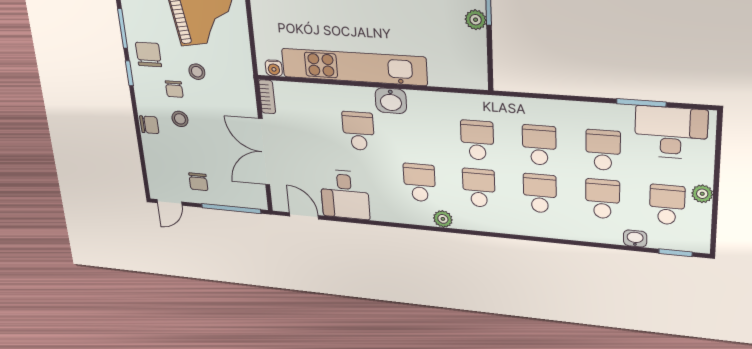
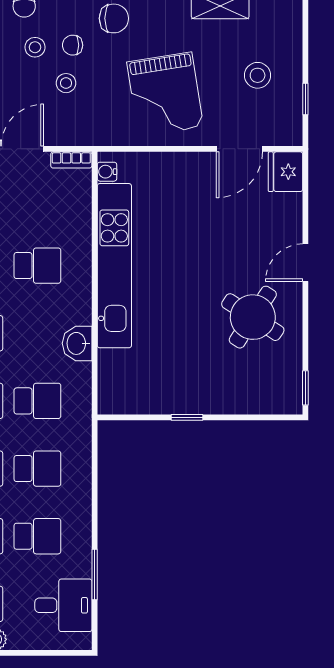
plant: (476, 20) -> (176, 403), removed
stool: (197, 72) -> (66, 83), moved
washbasin: (391, 101) -> (77, 343), moved
desk: (671, 133) -> (63, 605), width x0.73

